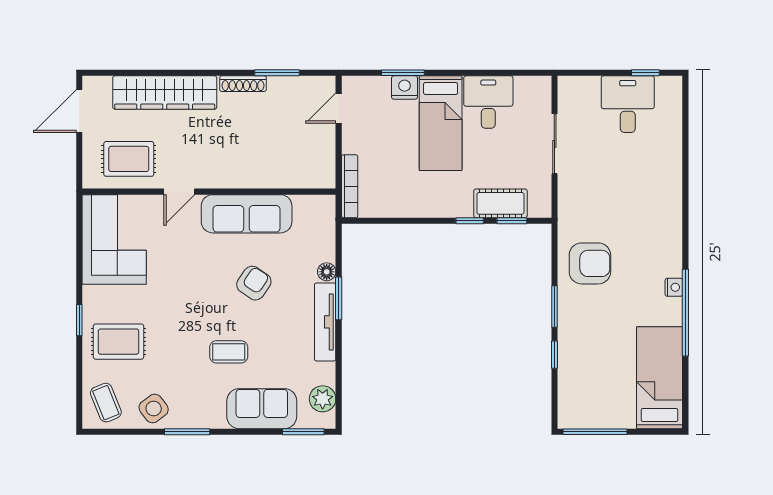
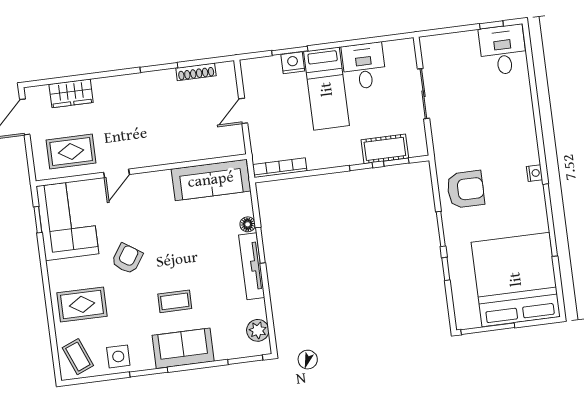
window: (277, 73) -> (159, 67), moved
shoe rack: (243, 84) -> (196, 72), moved
wardrobe: (165, 93) -> (71, 93), width x0.48, depth x0.85
desk: (628, 104) -> (503, 50), moved
door: (339, 108) -> (243, 111), moved
bookcase: (350, 186) -> (280, 168), moved, turned -90
sofa: (247, 214) -> (211, 180), moved
armchair: (254, 283) -> (127, 259), moved
nightstand: (674, 287) -> (535, 173), moved
window: (79, 320) -> (38, 220), moved
bed: (659, 378) -> (516, 279), width x2.04
side table: (154, 409) -> (118, 356), turned 37
sofa: (262, 409) -> (183, 348), moved

